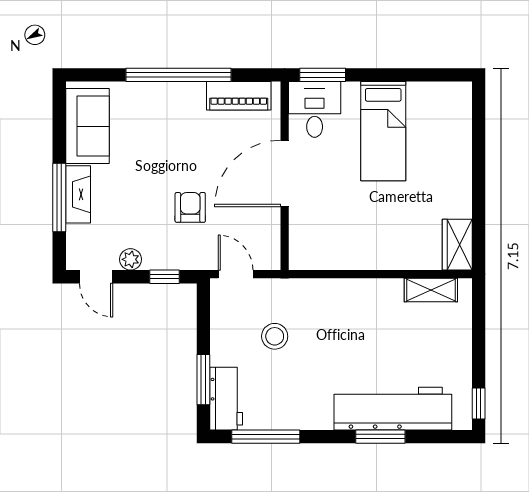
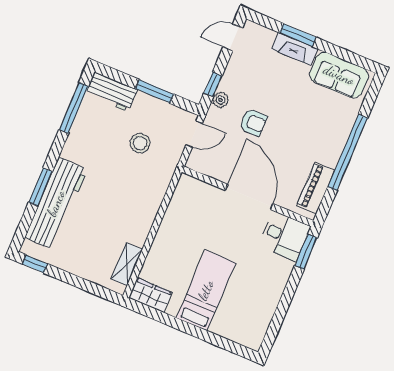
bed: (383, 131) -> (206, 290), moved, turned 90
window: (59, 198) -> (298, 35), width x0.69
plant: (131, 259) -> (220, 100), moved
window: (203, 380) -> (155, 91), moved

